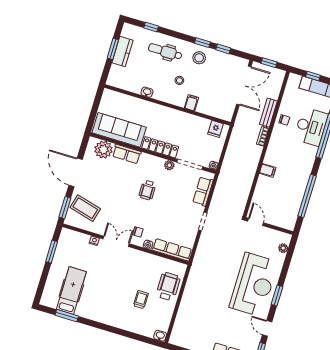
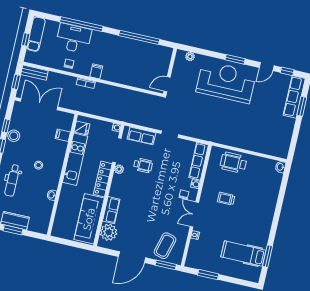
stool: (199, 58) -> (14, 136), moved
filing cabinet: (191, 103) -> (63, 135), moved
bench: (268, 113) -> (34, 73), moved
kitchen unit: (183, 119) -> (75, 159), added
filing cabinet: (268, 170) -> (96, 71), moved
wheelchair: (147, 190) -> (143, 165), moved
trolley: (141, 300) -> (226, 199), moved

